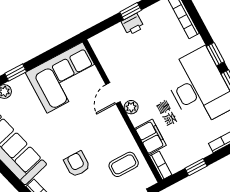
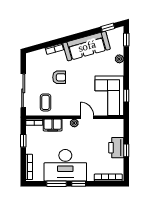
printer: (133, 24) -> (116, 148), width x1.87, depth x1.48
window: (16, 73) -> (126, 96), moved

